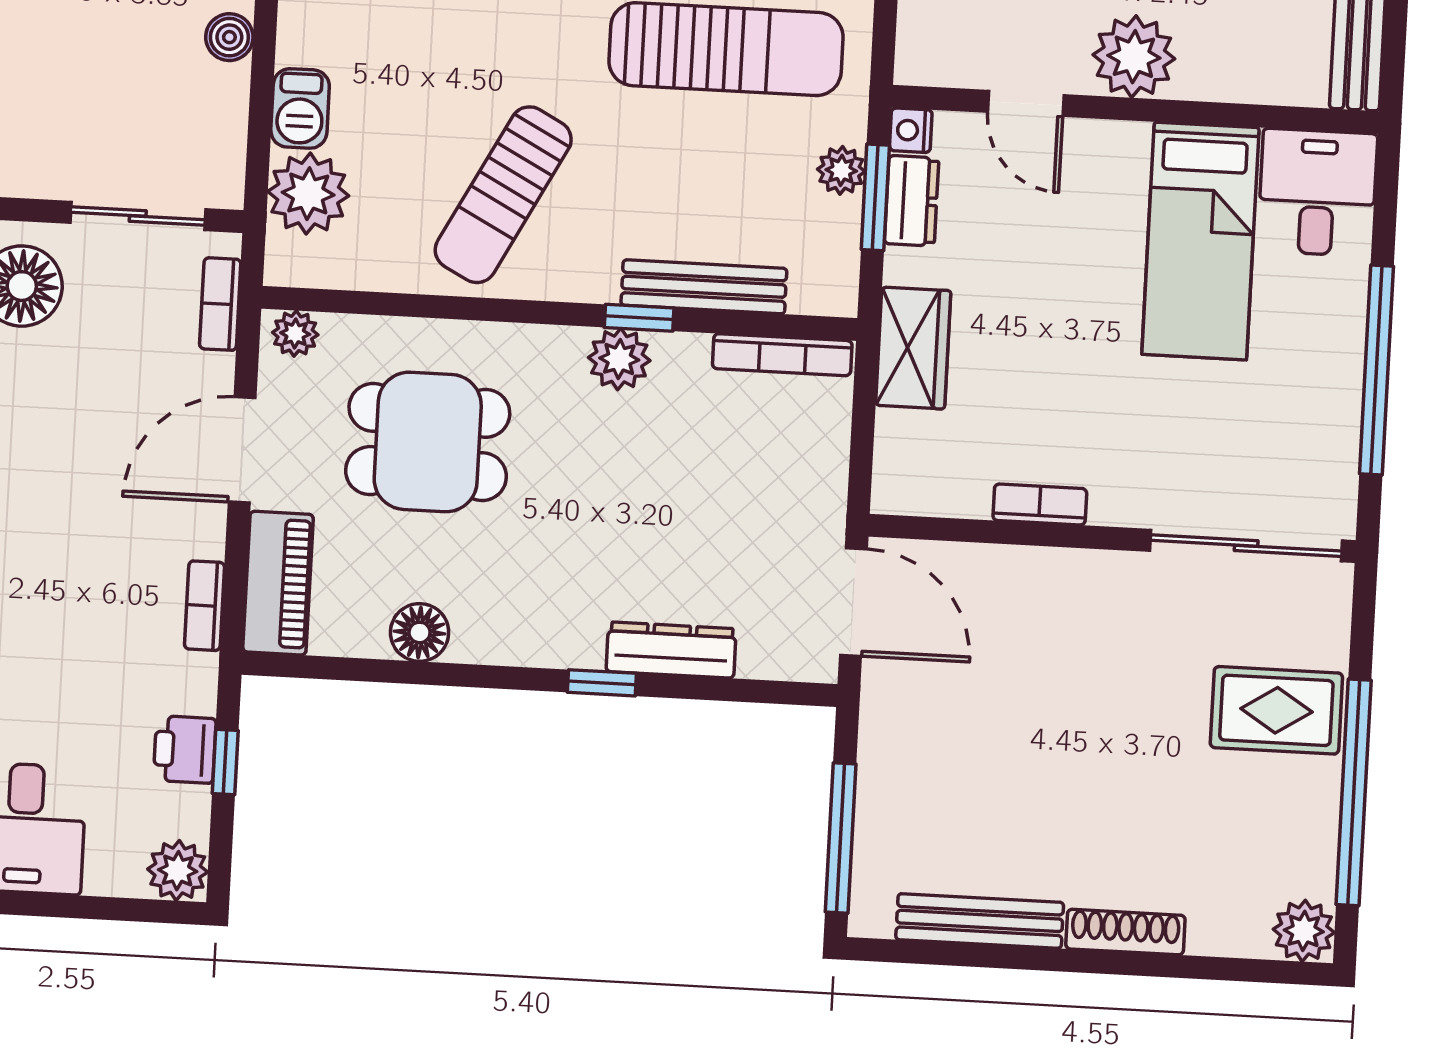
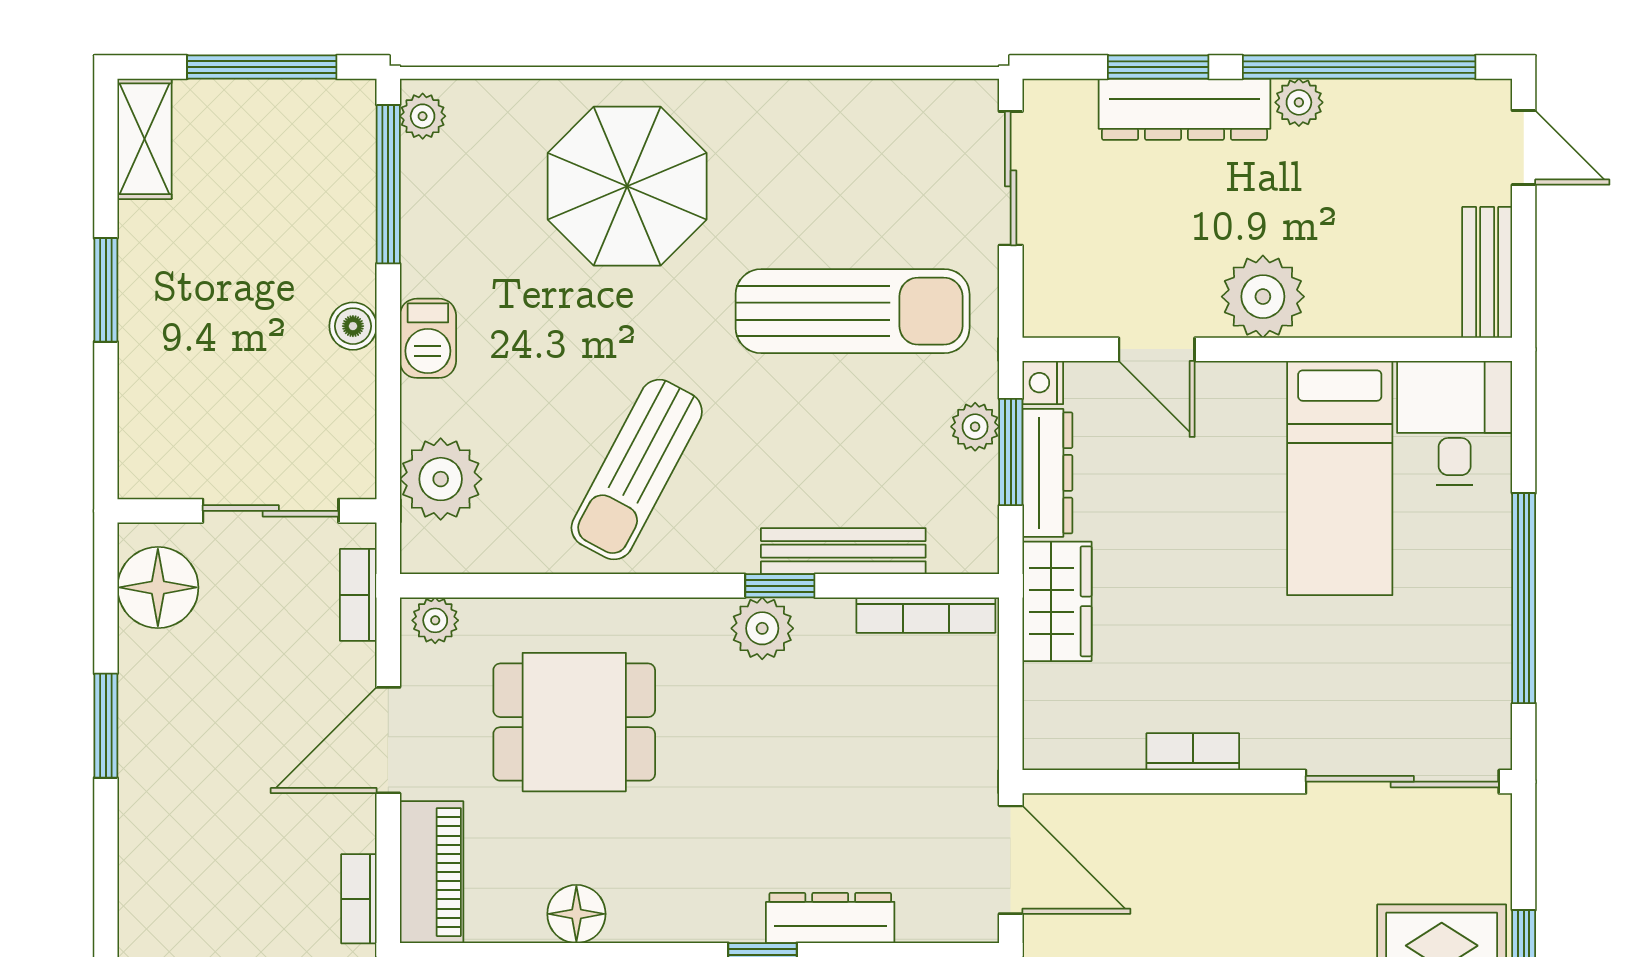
barbecue: (300, 108) -> (428, 338), moved
dresser: (912, 201) -> (1047, 473), width x1.44

